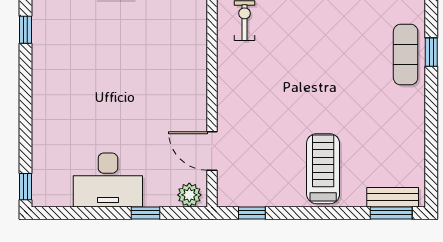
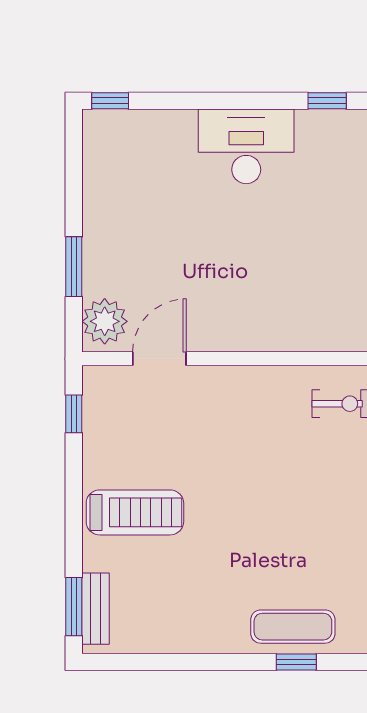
desk: (108, 180) -> (246, 146), moved, turned 90
plant: (189, 195) -> (105, 321), width x1.36, depth x1.36
window: (146, 213) -> (74, 267), width x1.50

